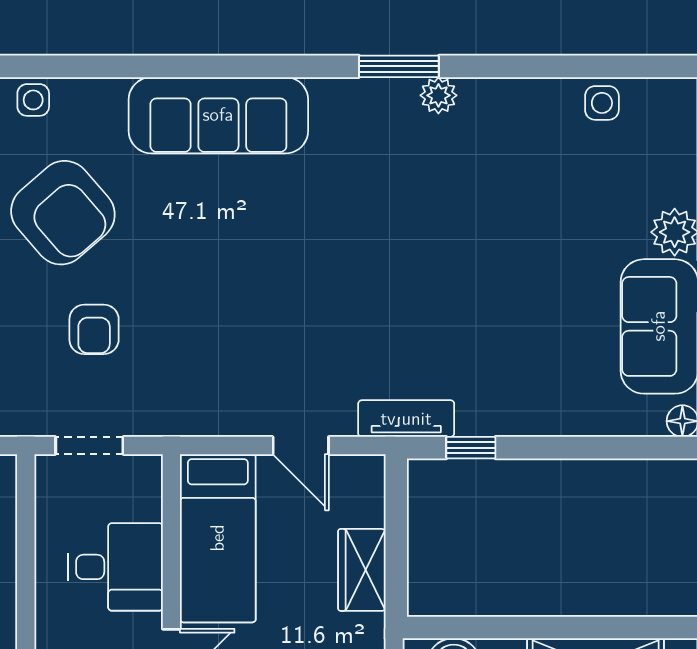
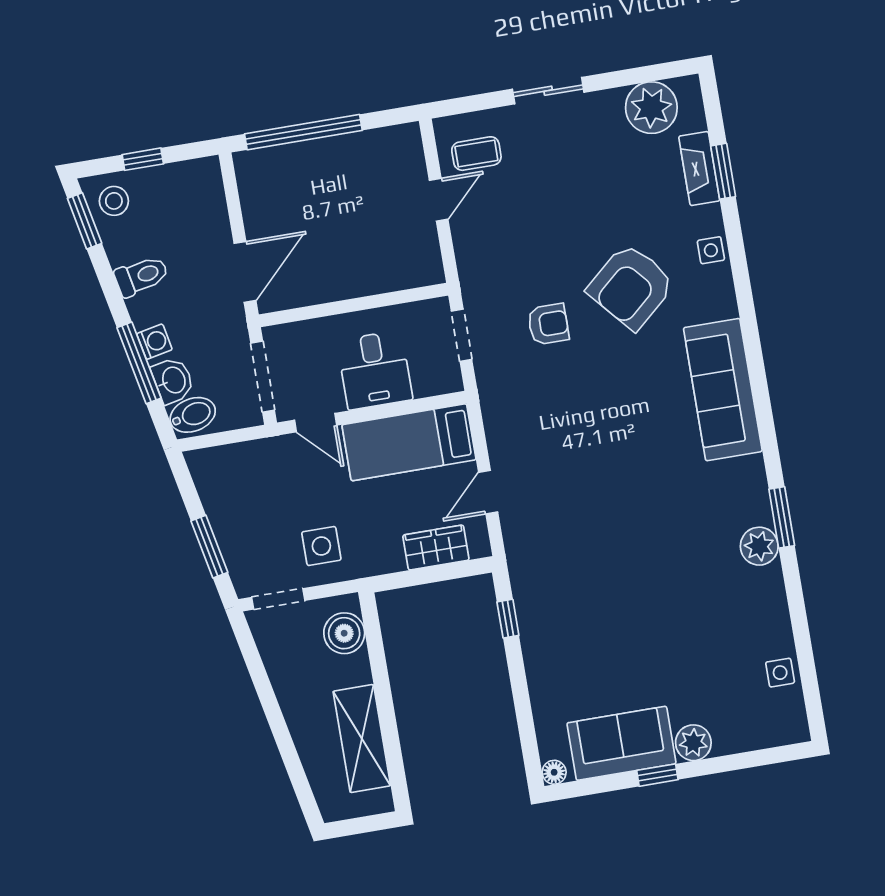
plant: (438, 95) -> (759, 546), width x1.38, depth x1.38
armchair: (94, 329) -> (548, 324), turned 180
tv unit: (406, 419) -> (521, 567), removed
wardrobe: (362, 570) -> (436, 548), moved

